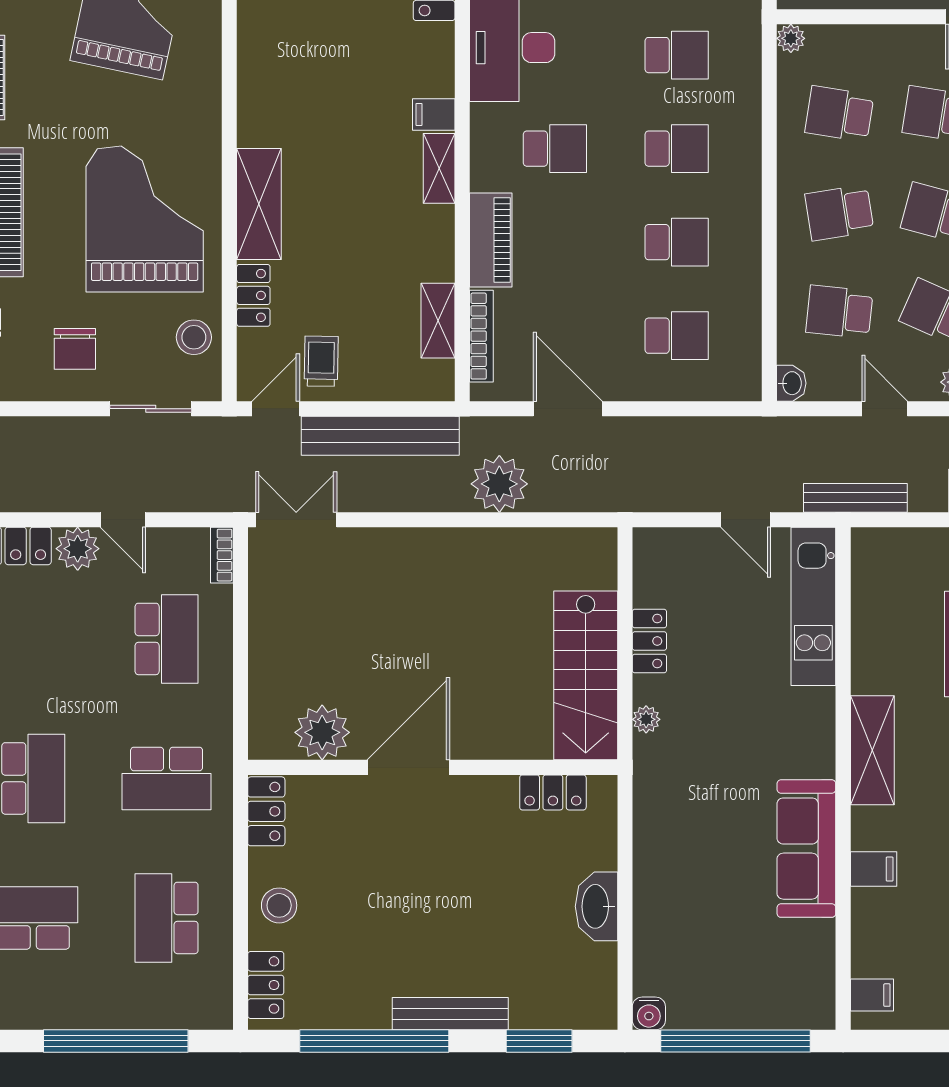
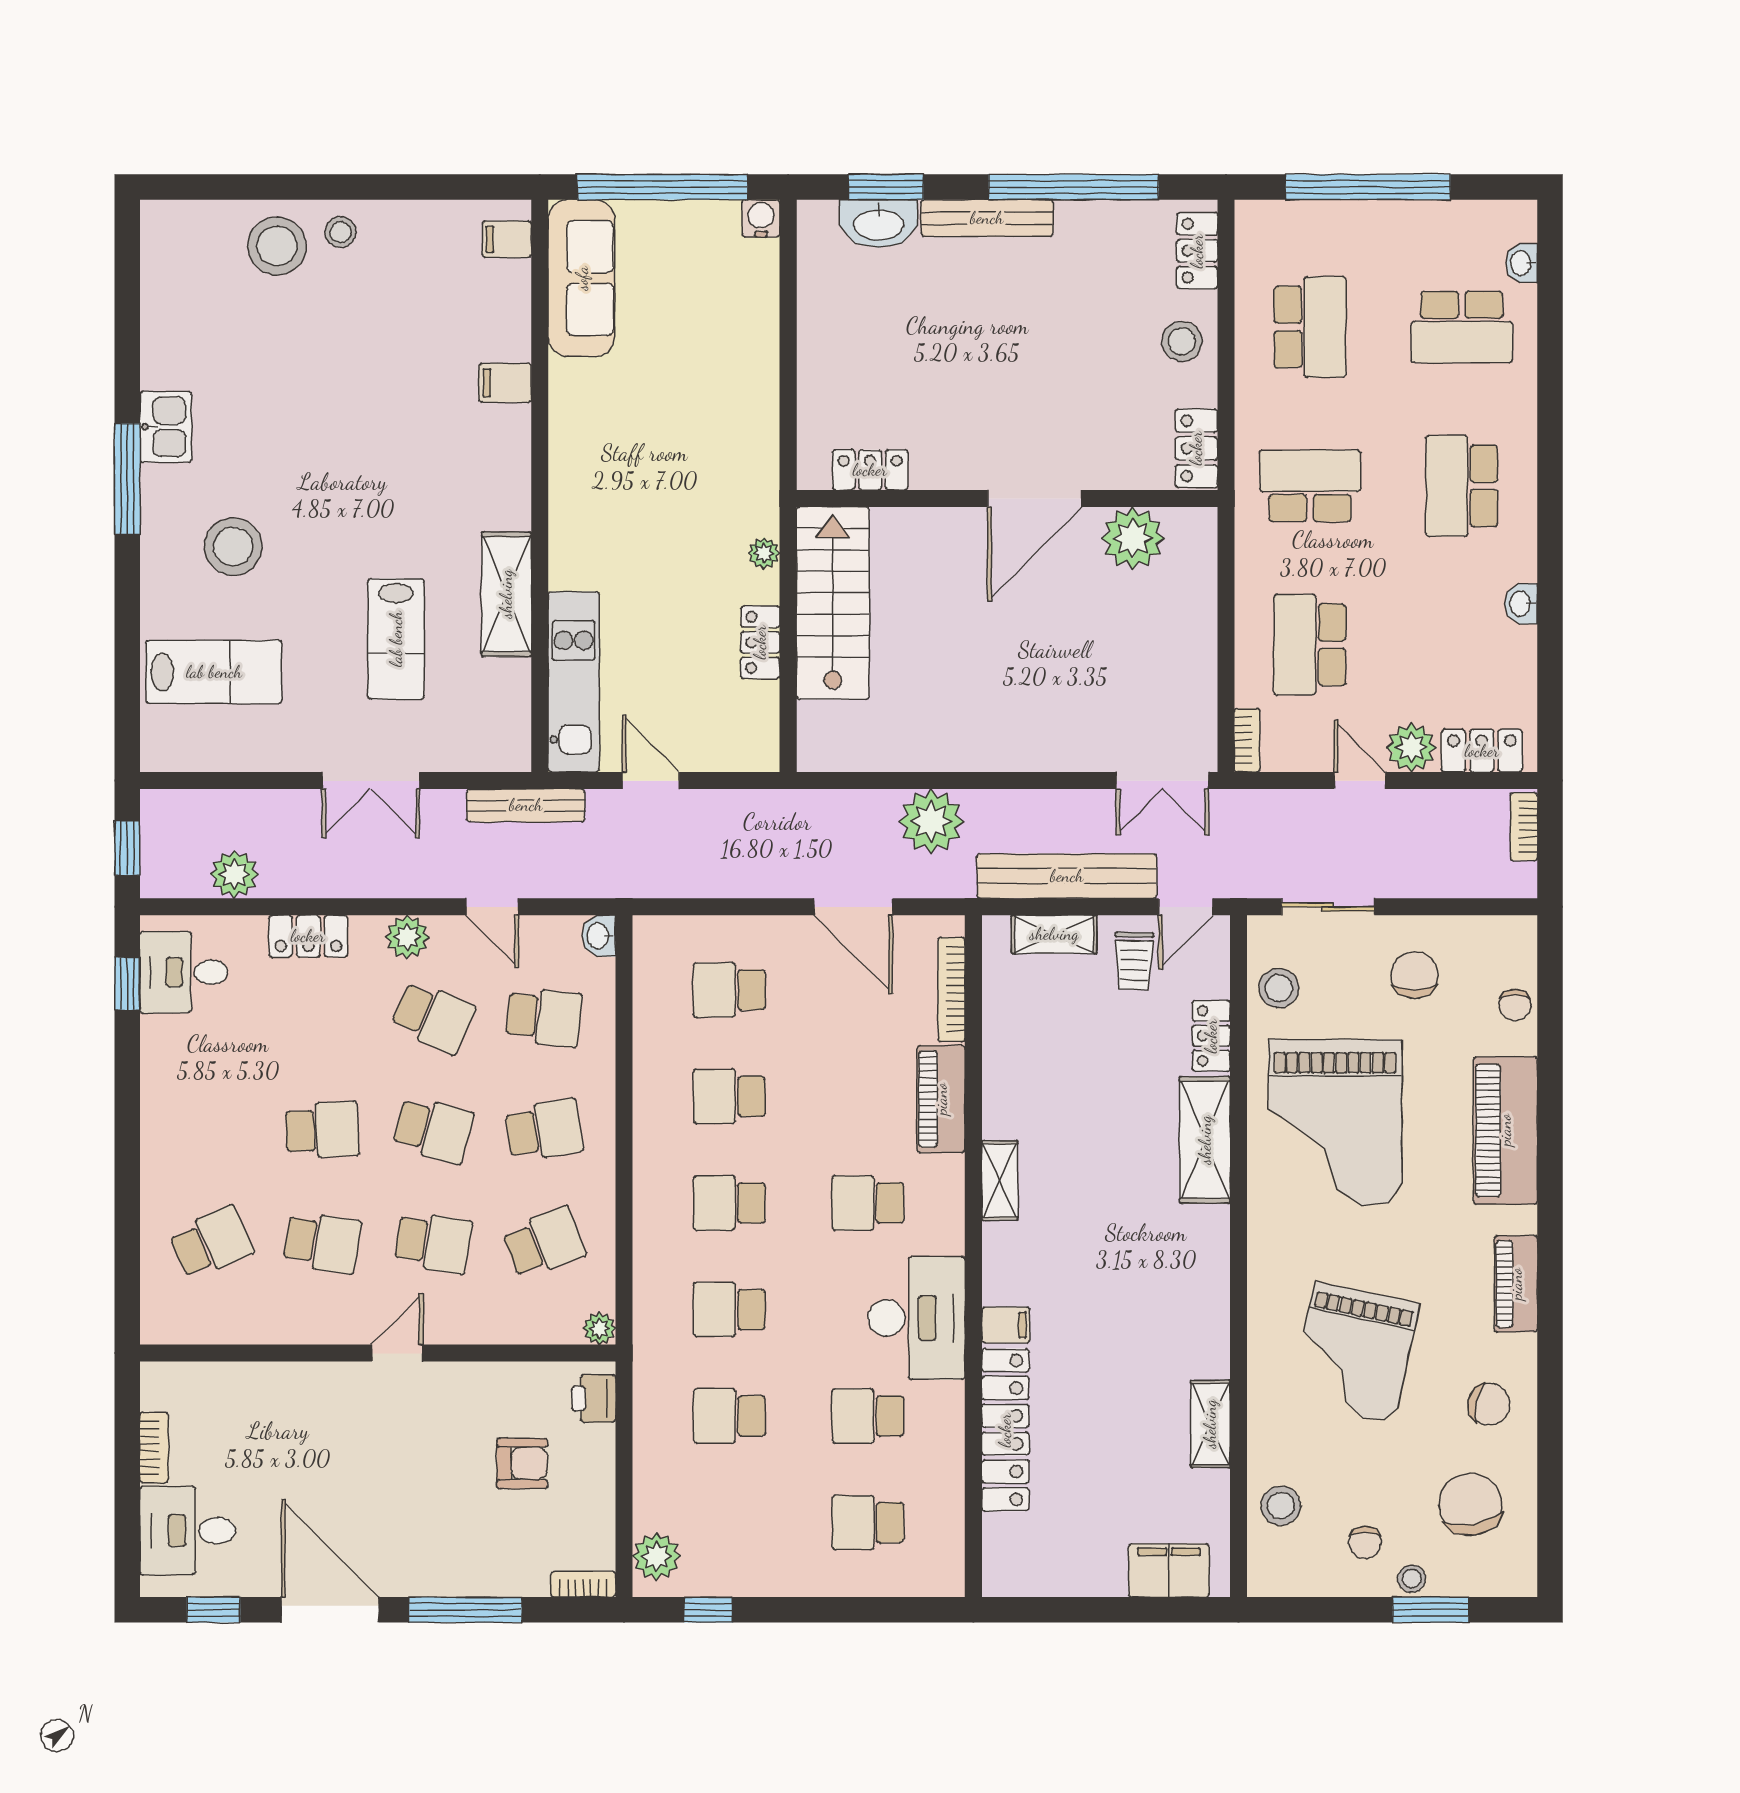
filing cabinet: (434, 114) -> (1006, 1325), moved
school desk: (839, 114) -> (544, 1243), turned -30
shelving: (438, 321) -> (1054, 934), moved, turned 90
shelving: (872, 750) -> (506, 594), moved
sofa: (806, 849) -> (582, 278), moved
washbasin: (597, 906) -> (879, 224), moved, turned 90

